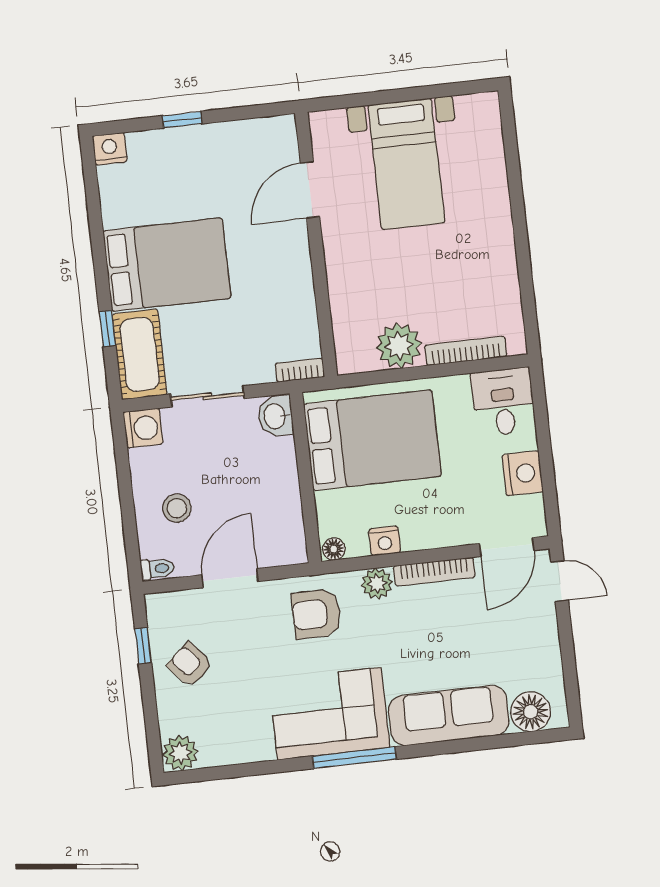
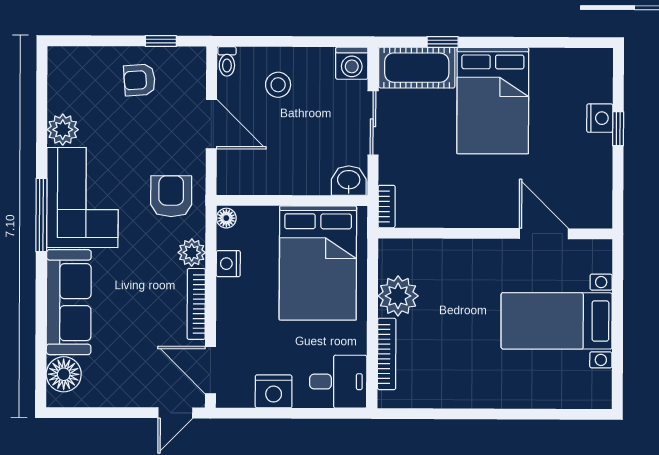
nightstand: (110, 149) -> (600, 118), moved
armchair: (190, 665) -> (140, 80), turned -143
plant: (180, 753) -> (63, 130), moved

